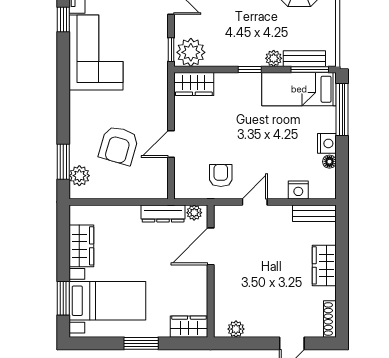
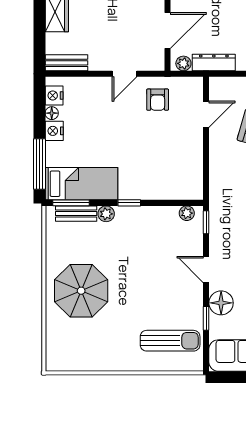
plant: (191, 52) -> (187, 213), width x0.53, depth x0.53
wardrobe: (194, 84) -> (184, 189), removed
door: (171, 144) -> (206, 114), moved
nightstand: (298, 190) -> (54, 95), moved, turned -90

